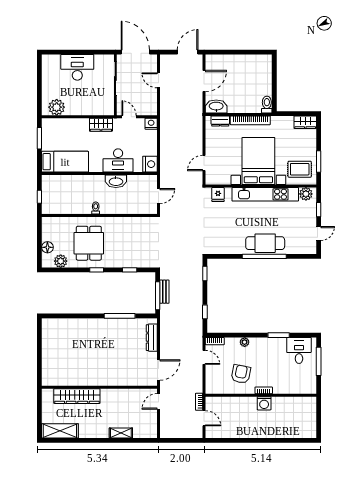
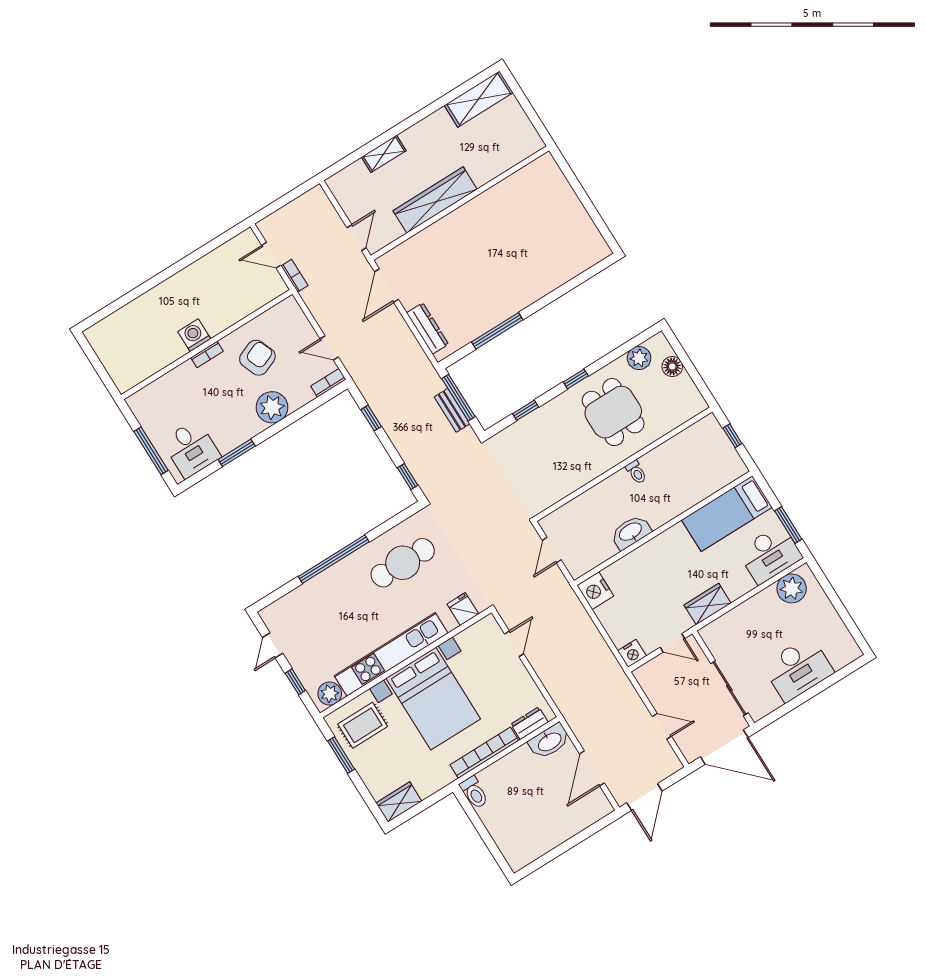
desk: (118, 160) -> (770, 554), moved, turned 180
cafe table: (265, 243) -> (403, 563), moved
plant: (245, 342) -> (272, 407), width x1.88, depth x1.88
armchair: (241, 374) -> (257, 358), turned -123
wardrobe: (77, 396) -> (435, 200), moved

